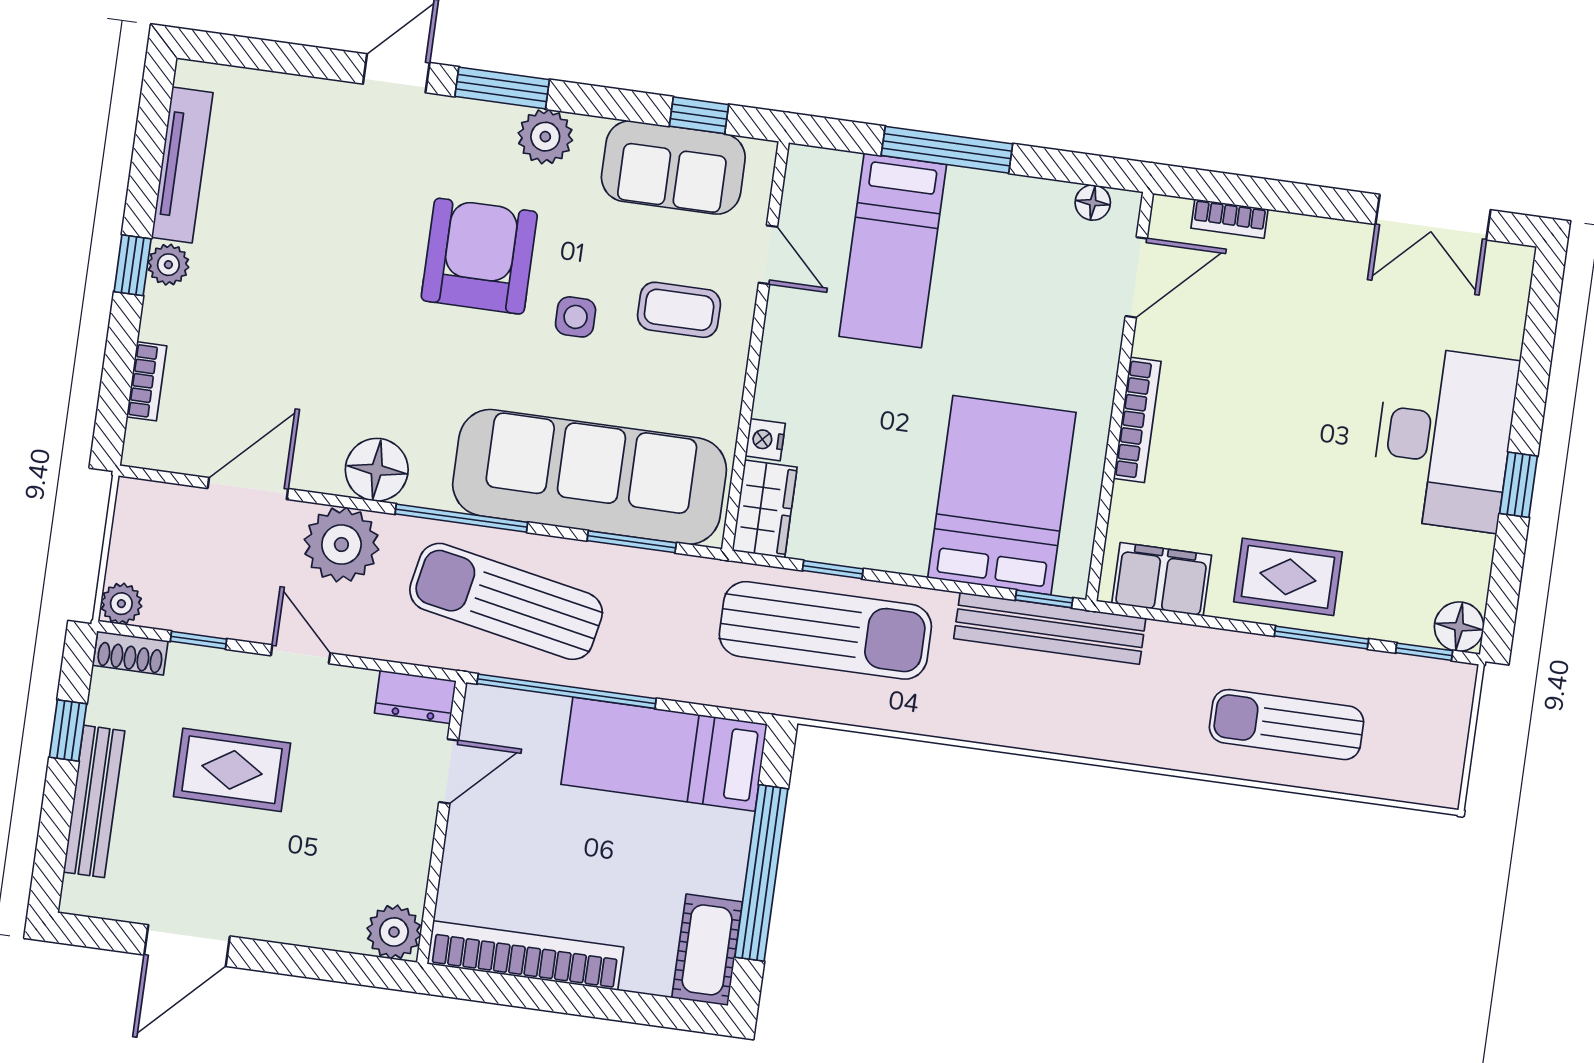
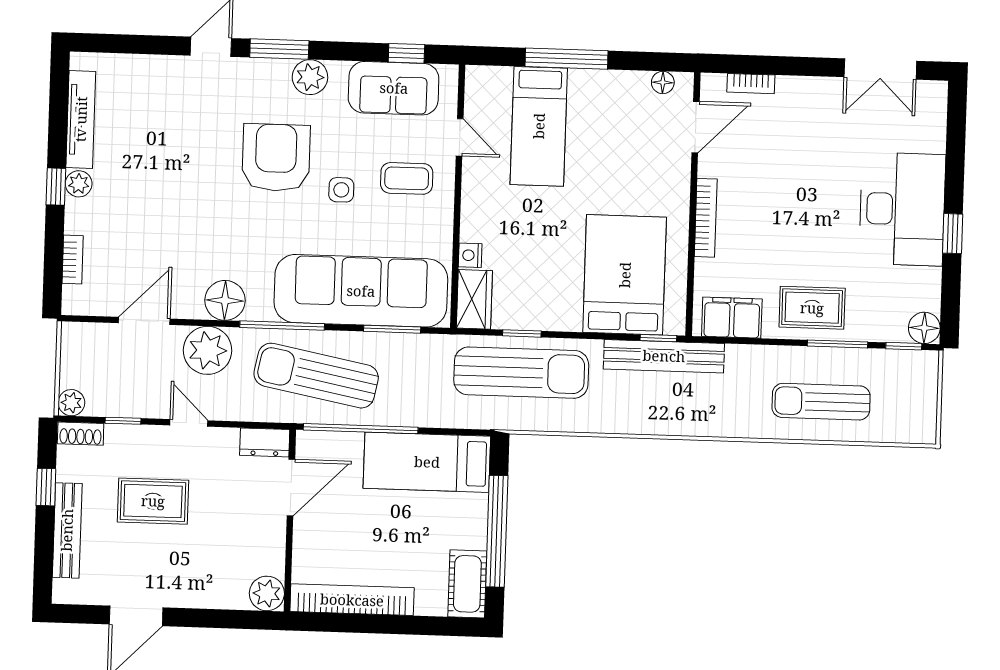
door: (449, 771) -> (291, 488), width x1.38

